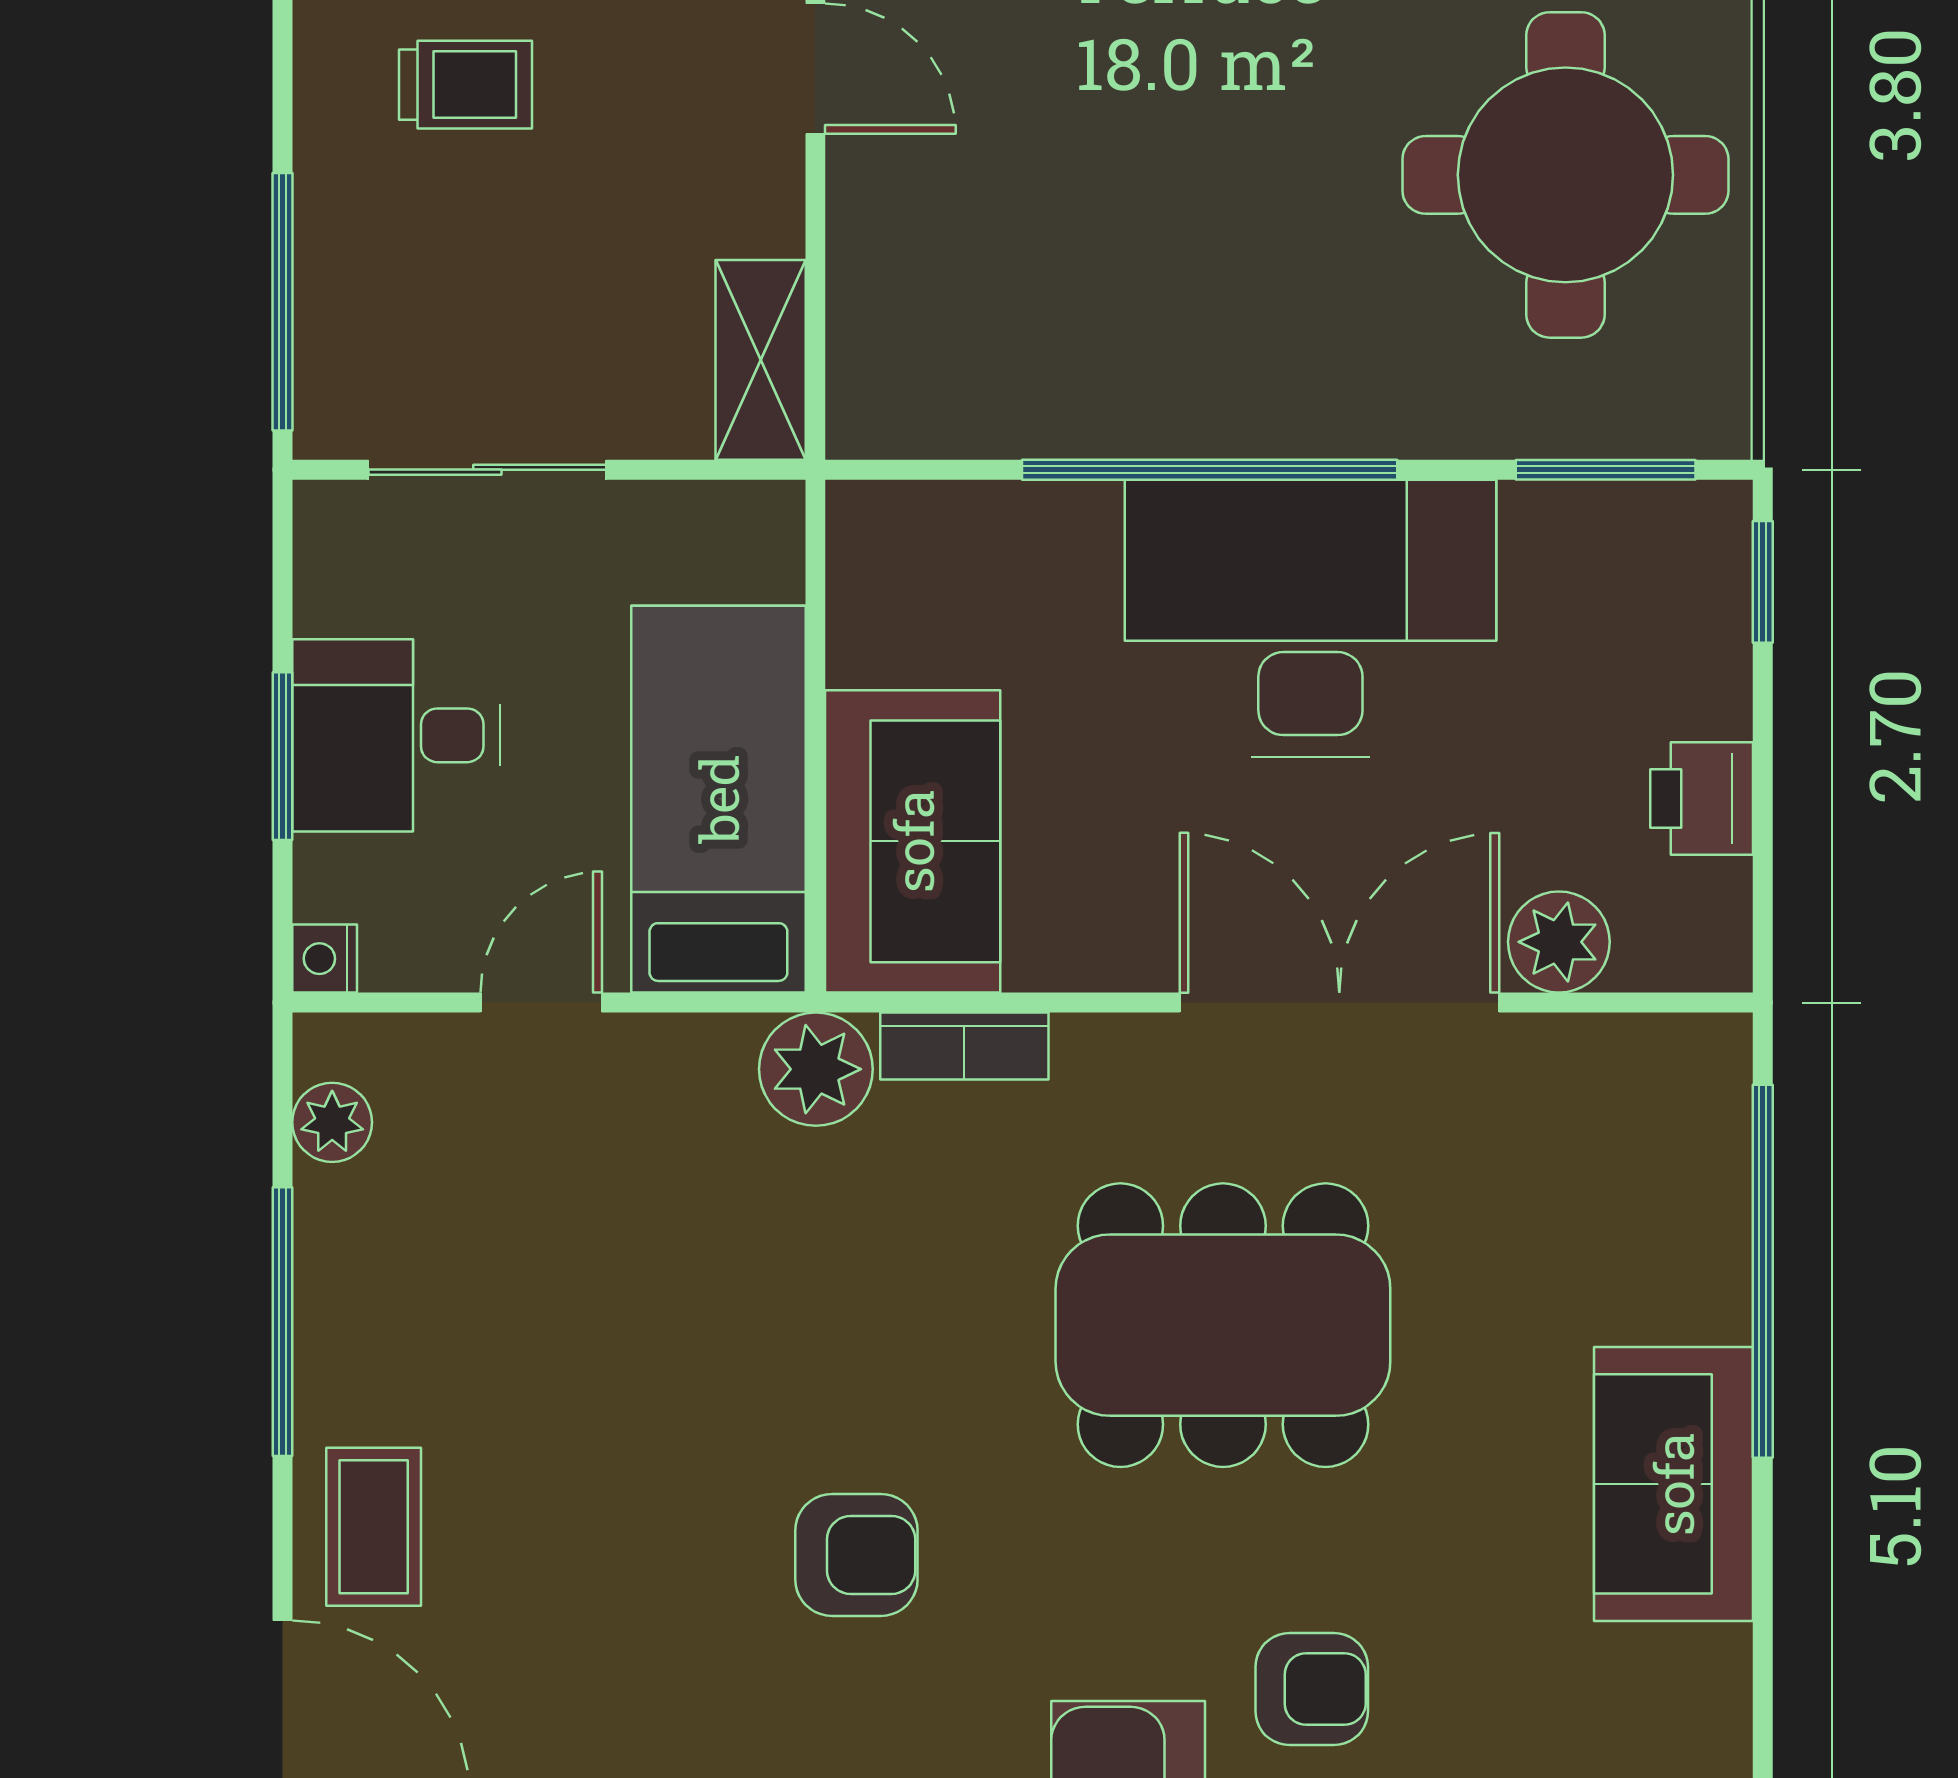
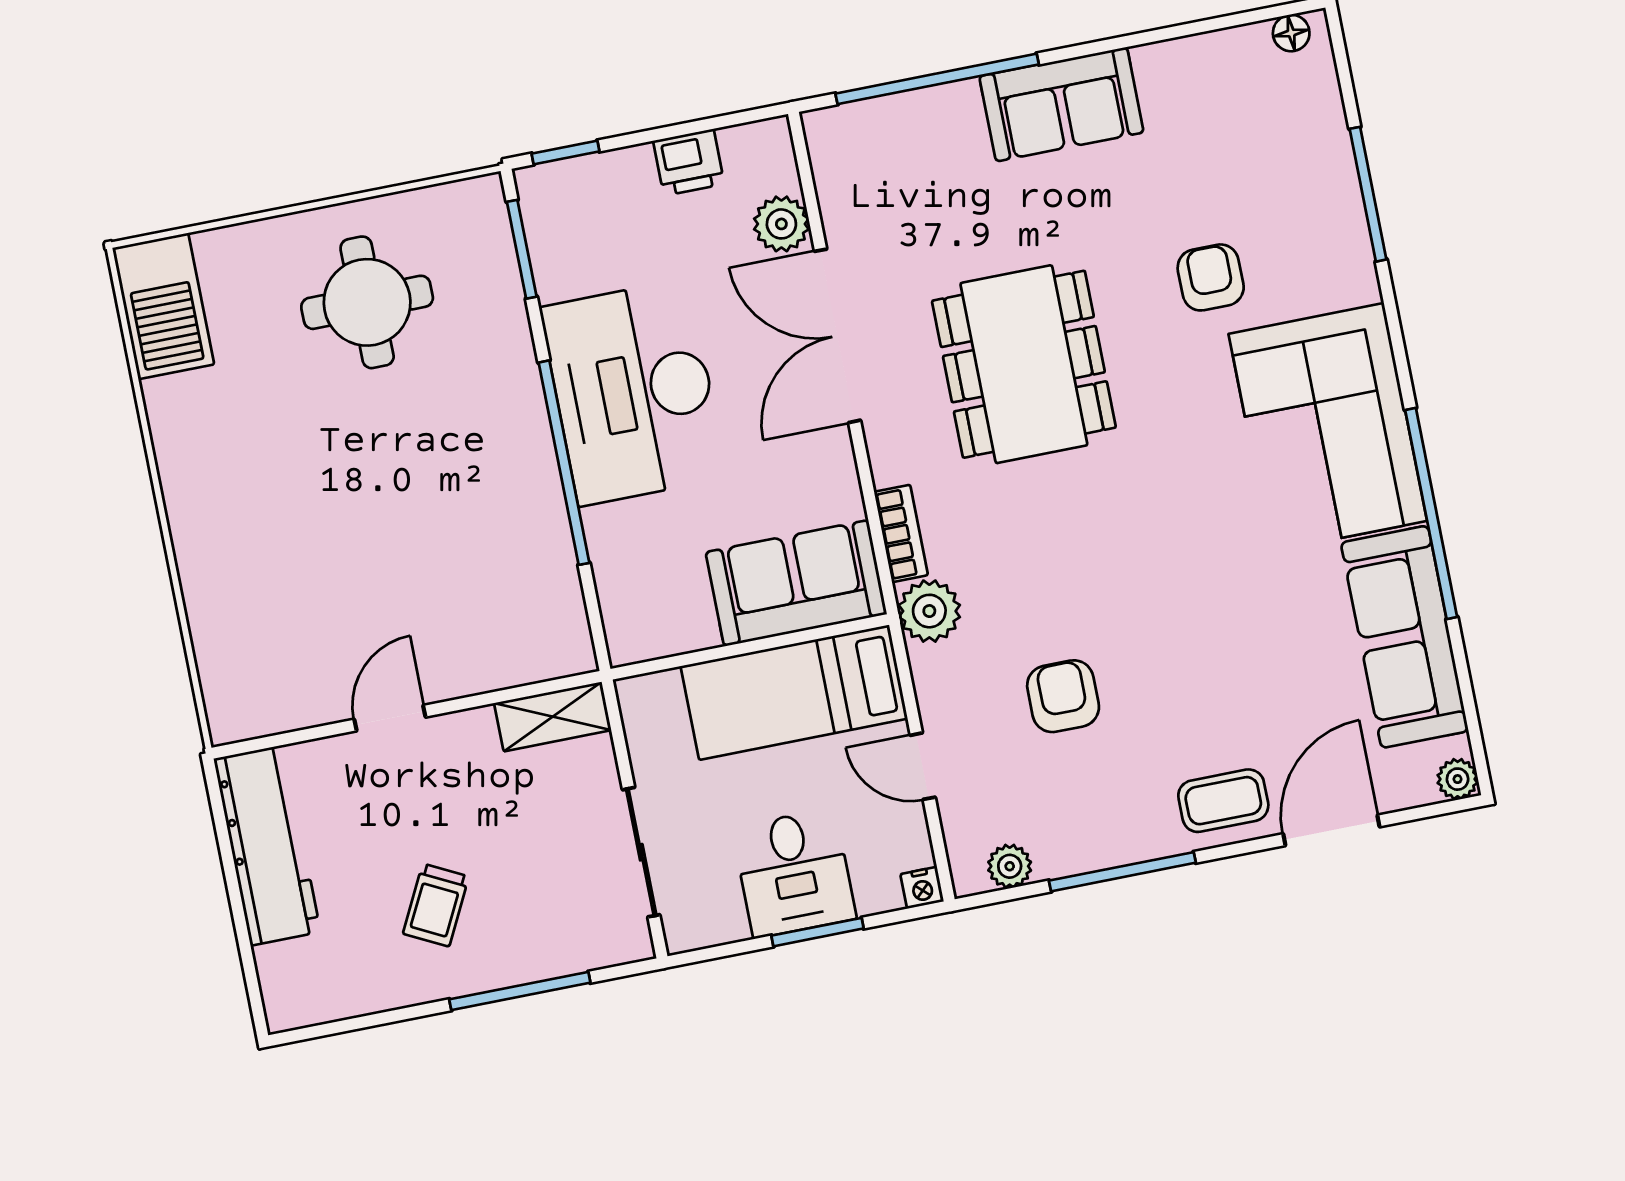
trolley: (466, 85) -> (436, 905), turned -153
round table: (1565, 175) -> (367, 302), width x0.73, depth x0.73
window: (283, 302) -> (520, 991), moved
armchair: (856, 1555) -> (1063, 696), moved

